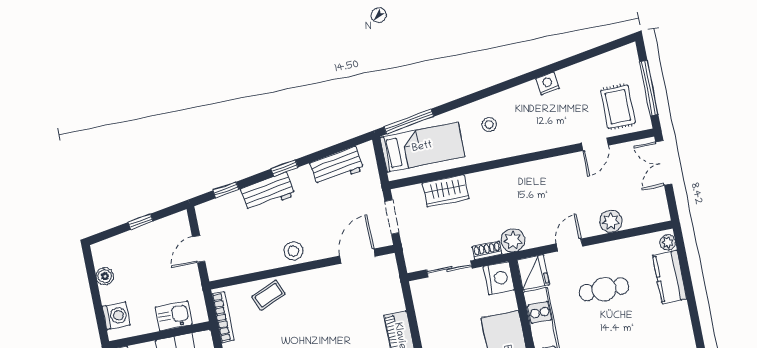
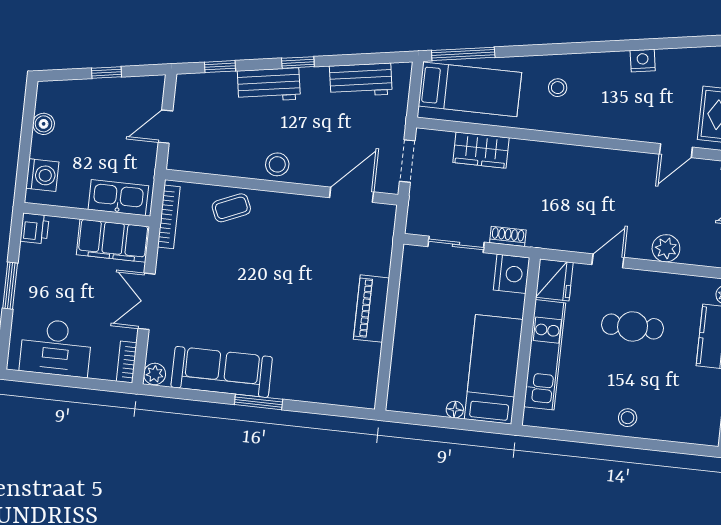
plant: (513, 240) -> (542, 234), removed
kitchen sink: (174, 316) -> (118, 198), width x1.38

